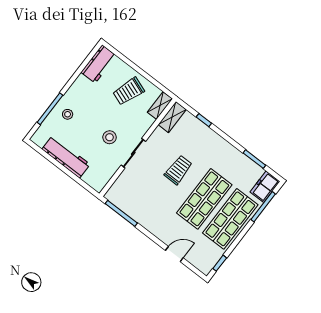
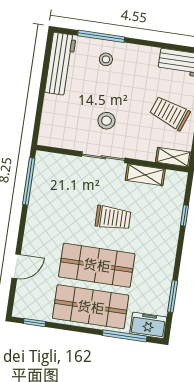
shelving: (172, 117) -> (145, 175), moved
workbench: (66, 157) -> (60, 64), moved
door: (174, 254) -> (16, 266), hinge flipped

